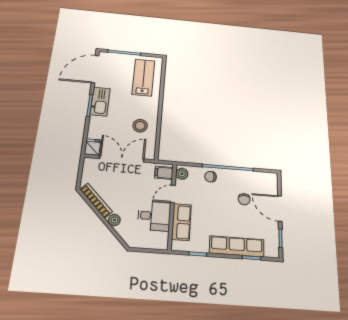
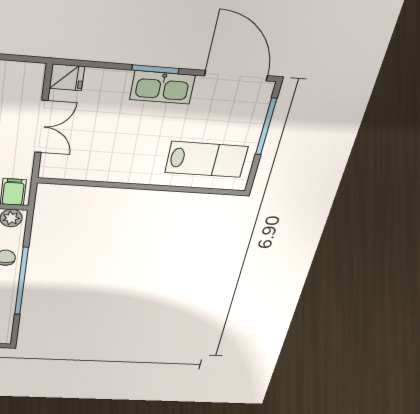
stool: (140, 126) -> (106, 155), removed
double door: (122, 159) -> (41, 127), width x0.73

